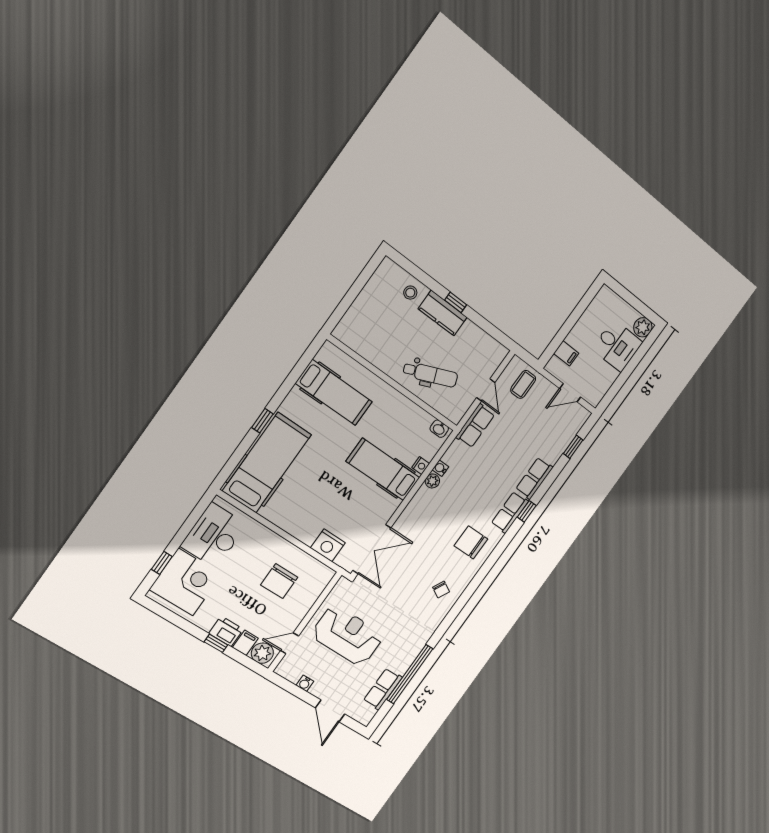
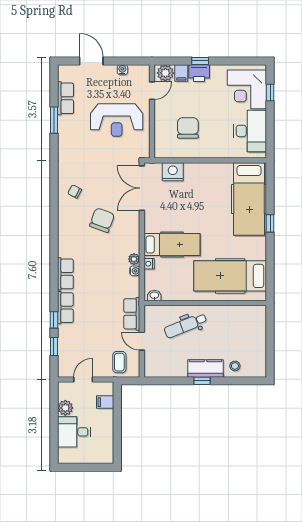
plant: (643, 327) -> (65, 408), moved
hospital bed: (334, 393) -> (230, 276), width x1.37, depth x1.29
window: (527, 511) -> (54, 320), moved
chair: (471, 542) -> (102, 220), moved, turned -70
window: (410, 674) -> (54, 120), width x0.47

